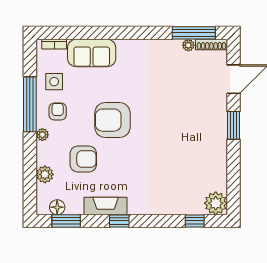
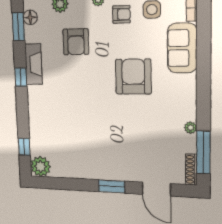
plant: (188, 45) -> (191, 128), moved
armchair: (112, 120) -> (133, 77), moved

